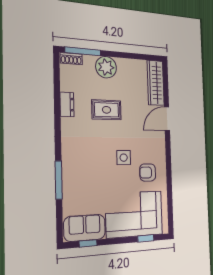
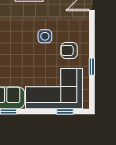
window: (169, 189) -> (92, 67), added

